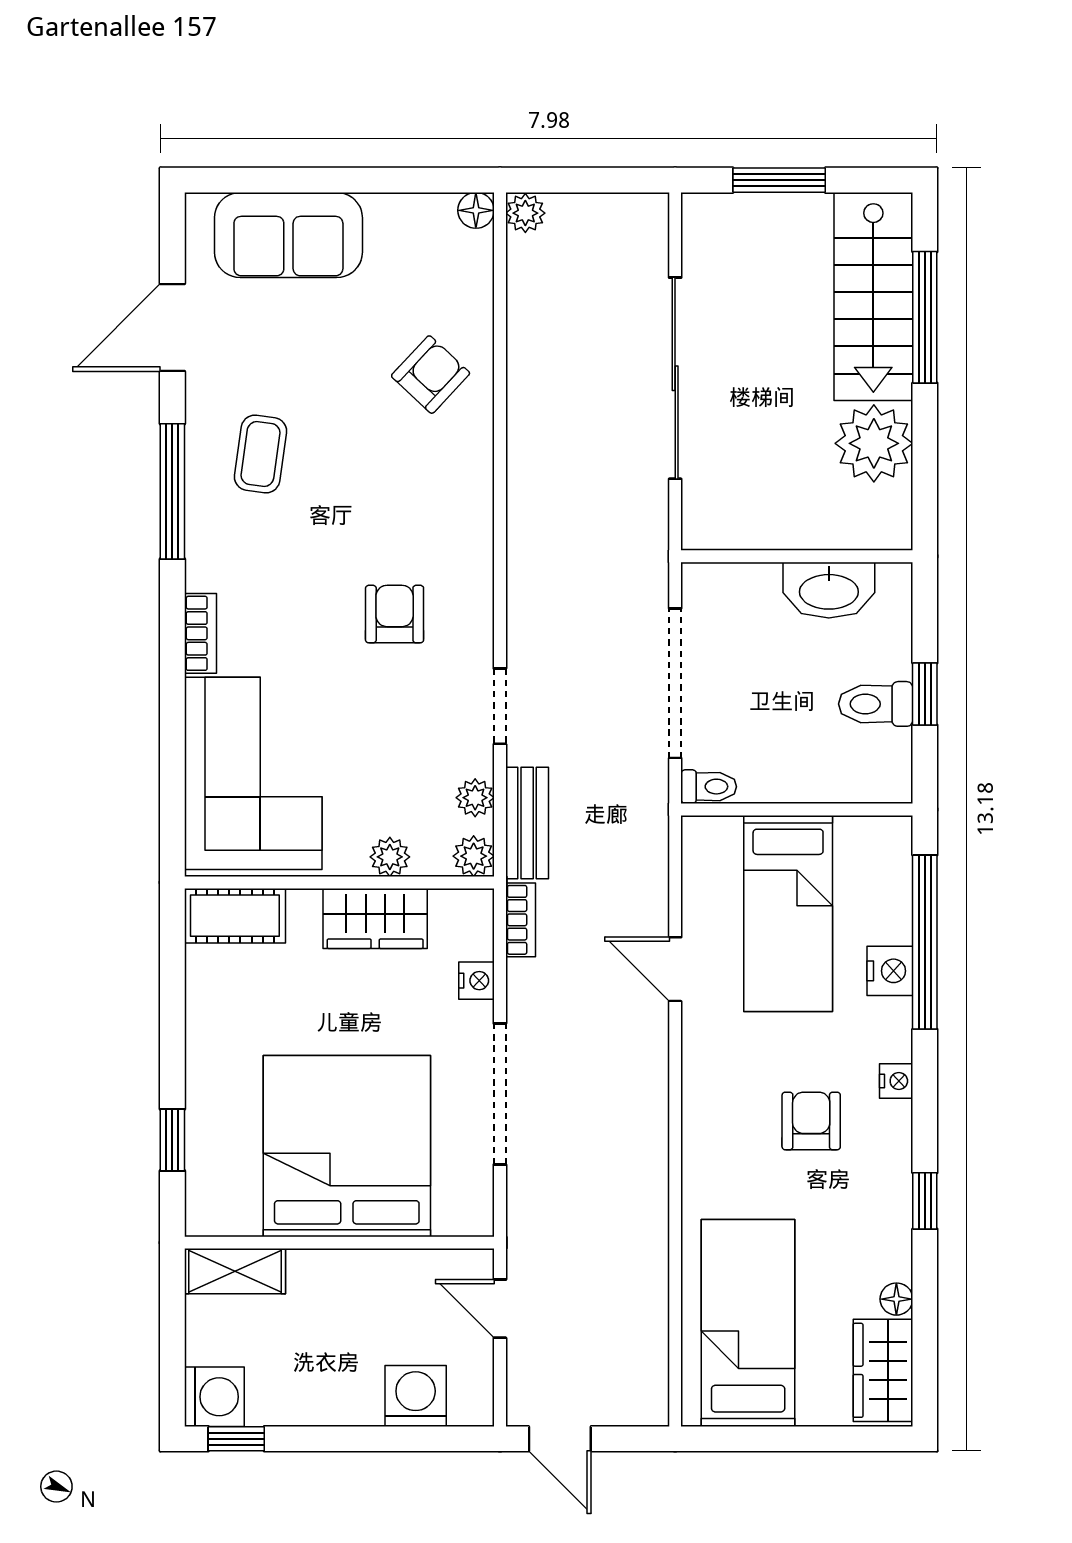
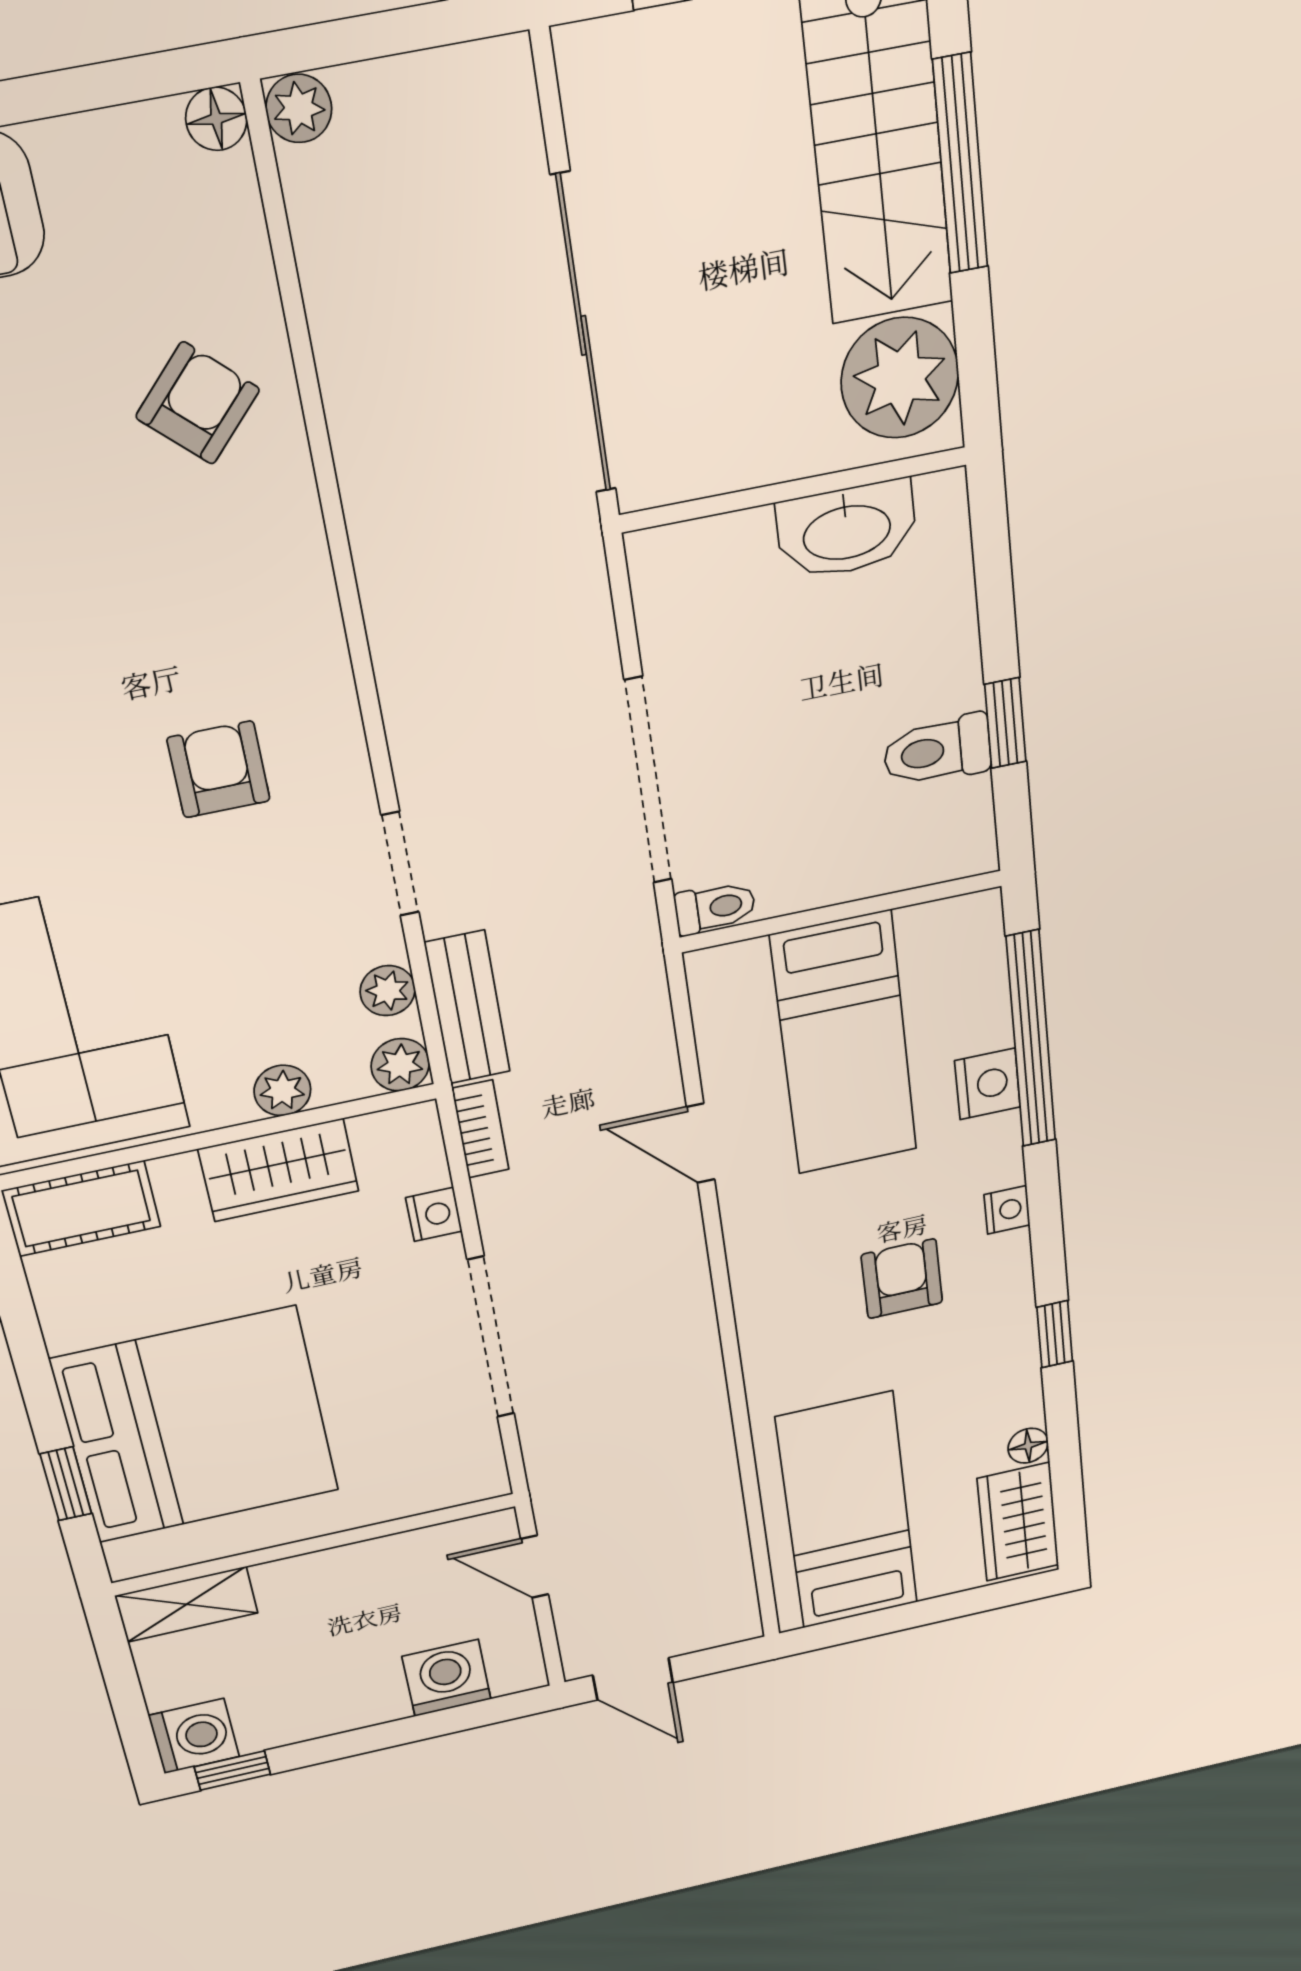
wall: (797, 556) -> (794, 490), moved
washbasin: (829, 590) -> (847, 530), moved
bed: (347, 1146) -> (196, 1425), moved, turned 90

